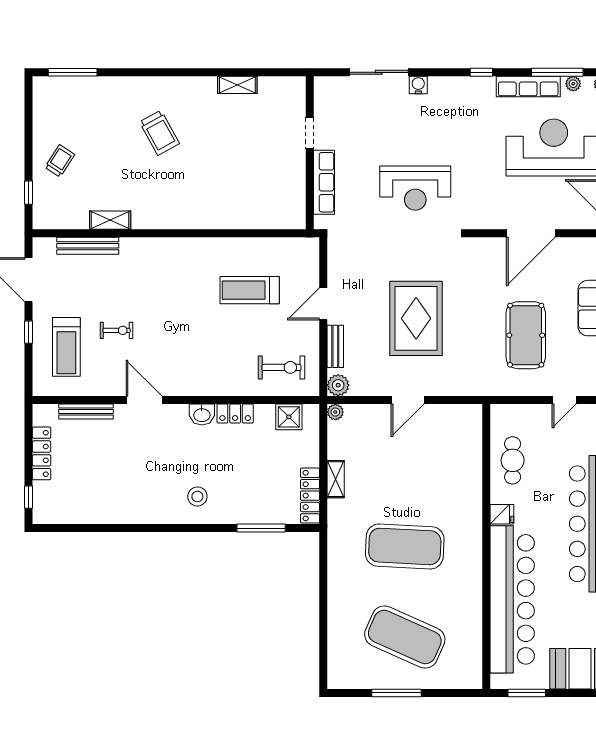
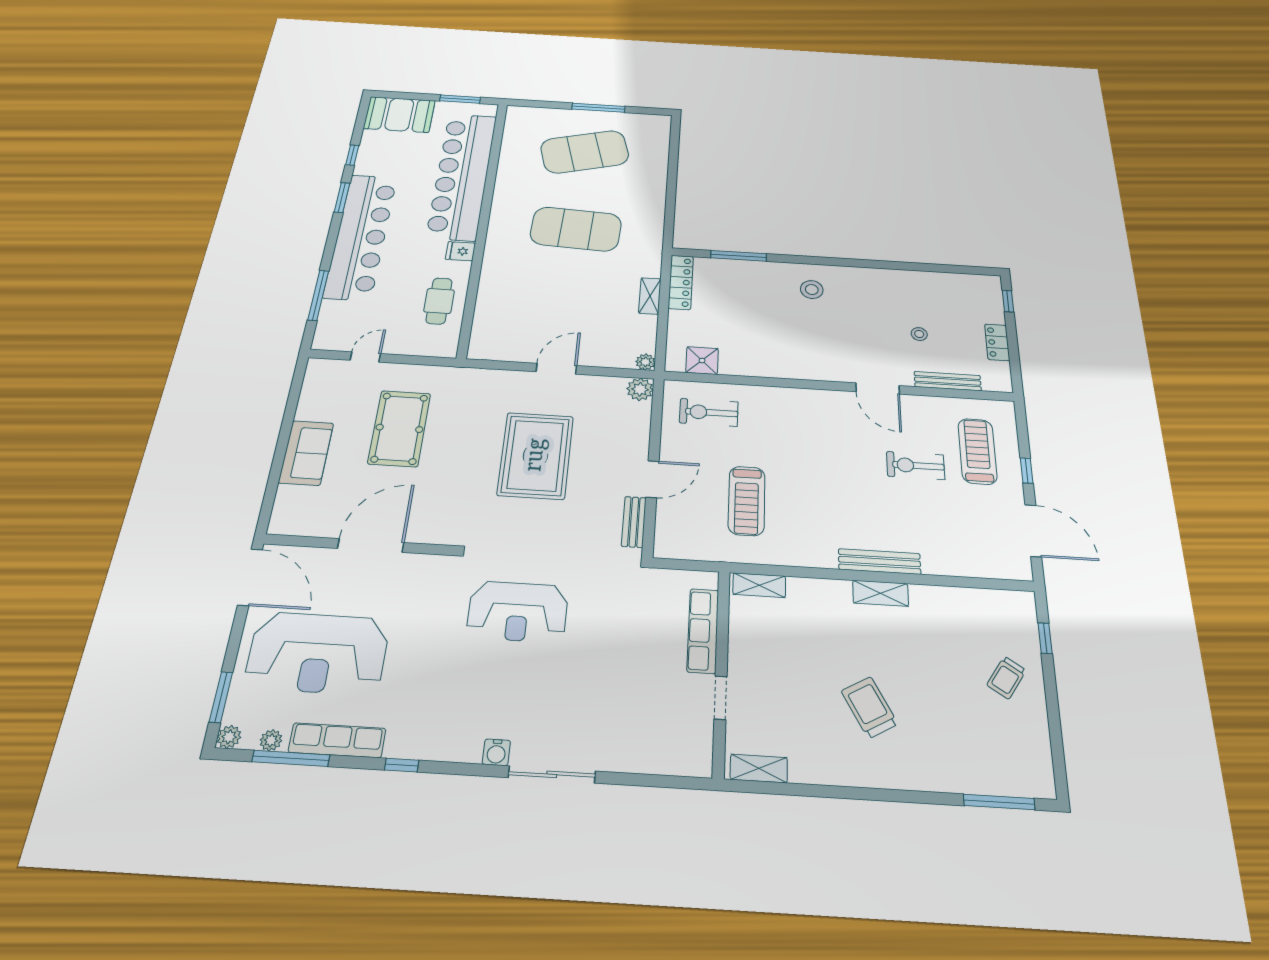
doorway: (310, 133) -> (721, 698), moved
wall: (310, 153) -> (721, 671), moved
row of seats: (324, 182) -> (703, 631), moved
reception desk: (415, 188) -> (518, 612), turned 180
shelving: (110, 220) -> (881, 593), moved
shelving: (239, 221) -> (759, 585), added
bench: (88, 246) -> (880, 562), moved
treadmill: (250, 290) -> (747, 501), turned 90
exercise bike: (117, 330) -> (916, 466), width x1.38, depth x1.39
bench: (335, 346) -> (634, 522), moved
locker: (235, 414) -> (767, 368), removed
washbasin: (202, 415) -> (807, 369), removed
locker: (42, 453) -> (997, 342), width x0.66
stool: (107, 457) -> (919, 334), added
exercise mat: (405, 637) -> (585, 152), turned -39

